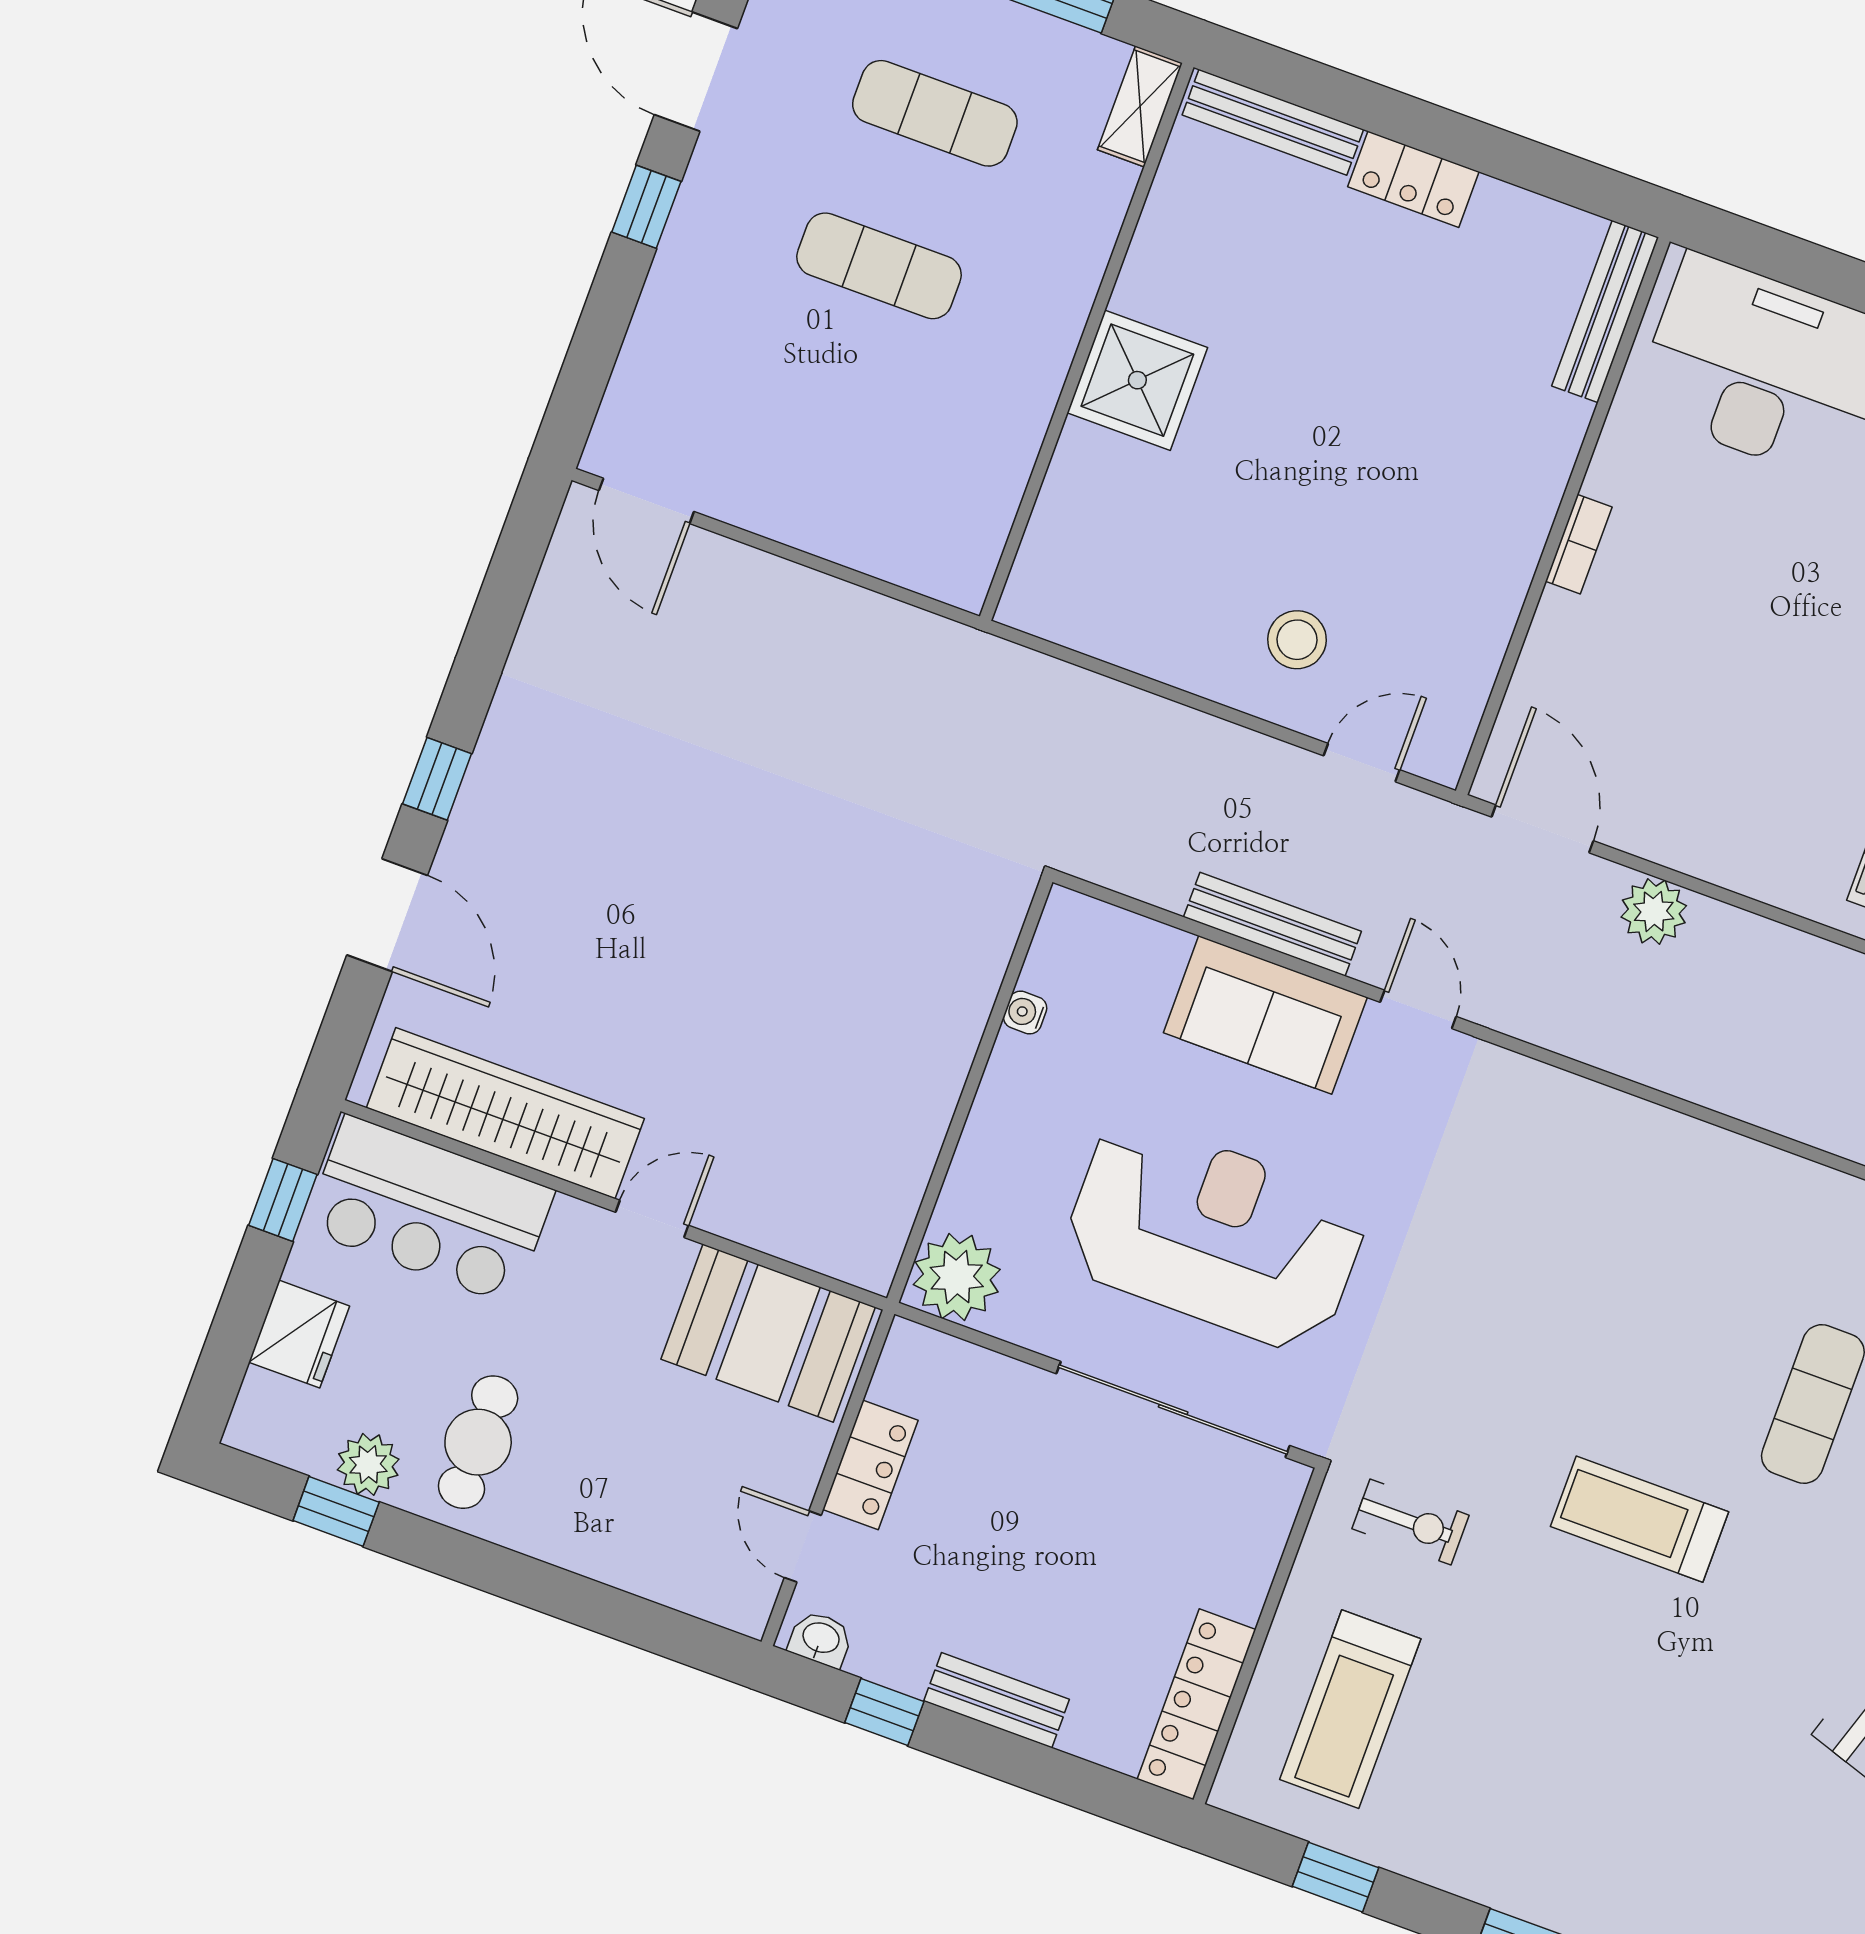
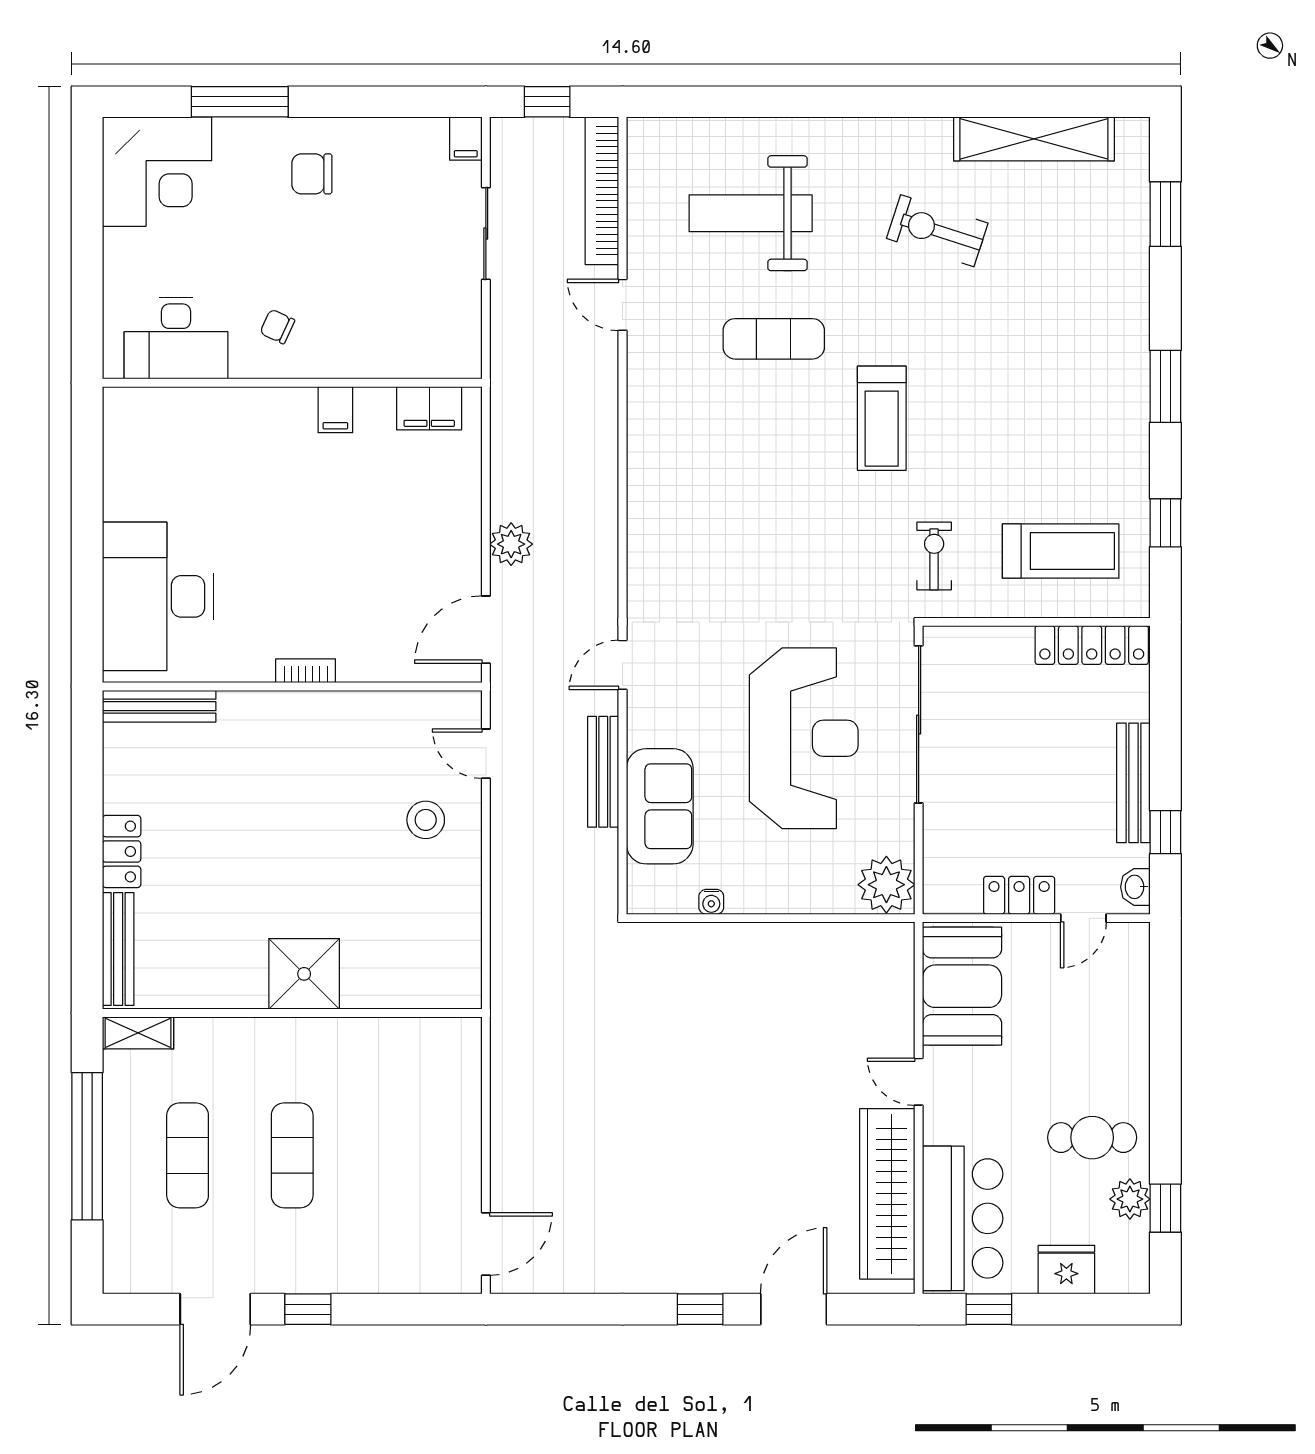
sofa: (1265, 1015) -> (660, 806), moved
reception desk: (1214, 1235) -> (804, 738), turned 180
bench: (997, 1700) -> (1133, 783), width x1.36

